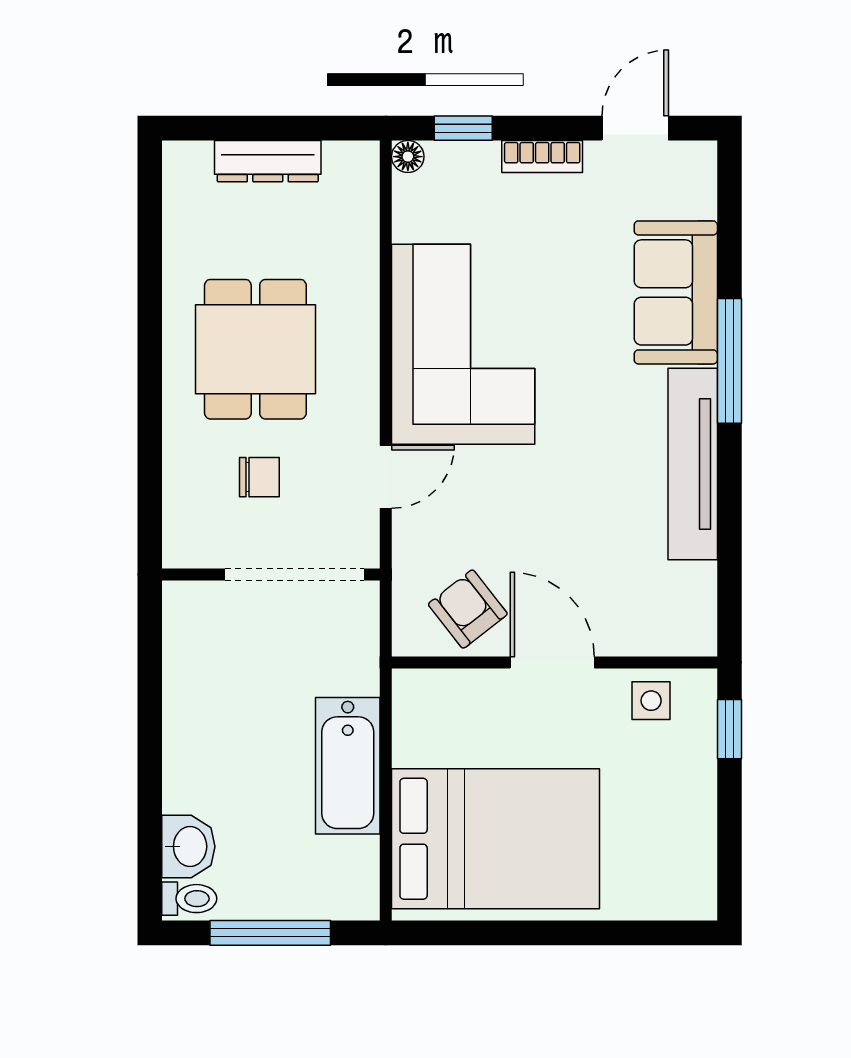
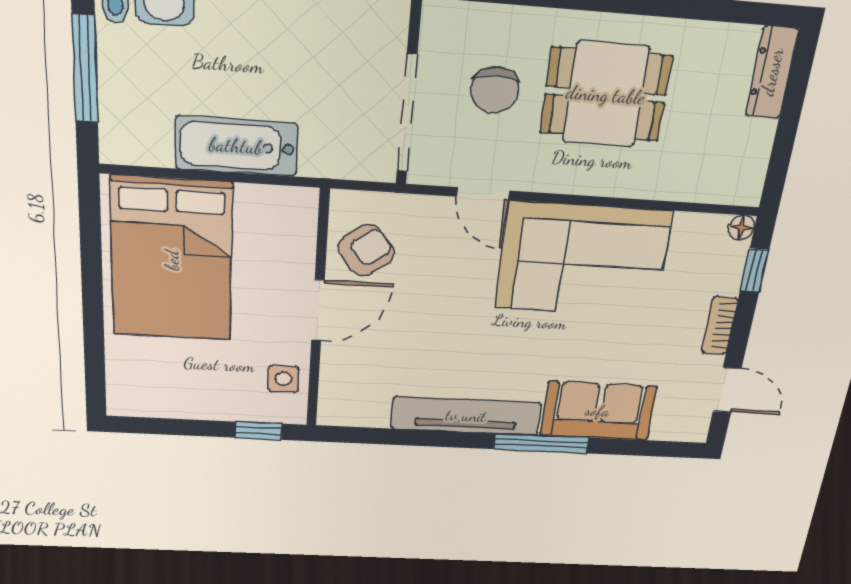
dresser: (268, 161) -> (772, 72), moved
chair: (259, 477) -> (495, 90), width x1.37, depth x1.37

